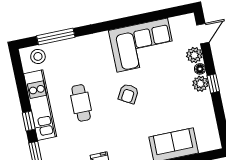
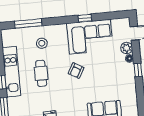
window: (133, 20) -> (85, 18), added
stool: (38, 56) -> (42, 43), moved
plant: (200, 84) -> (129, 69), removed

